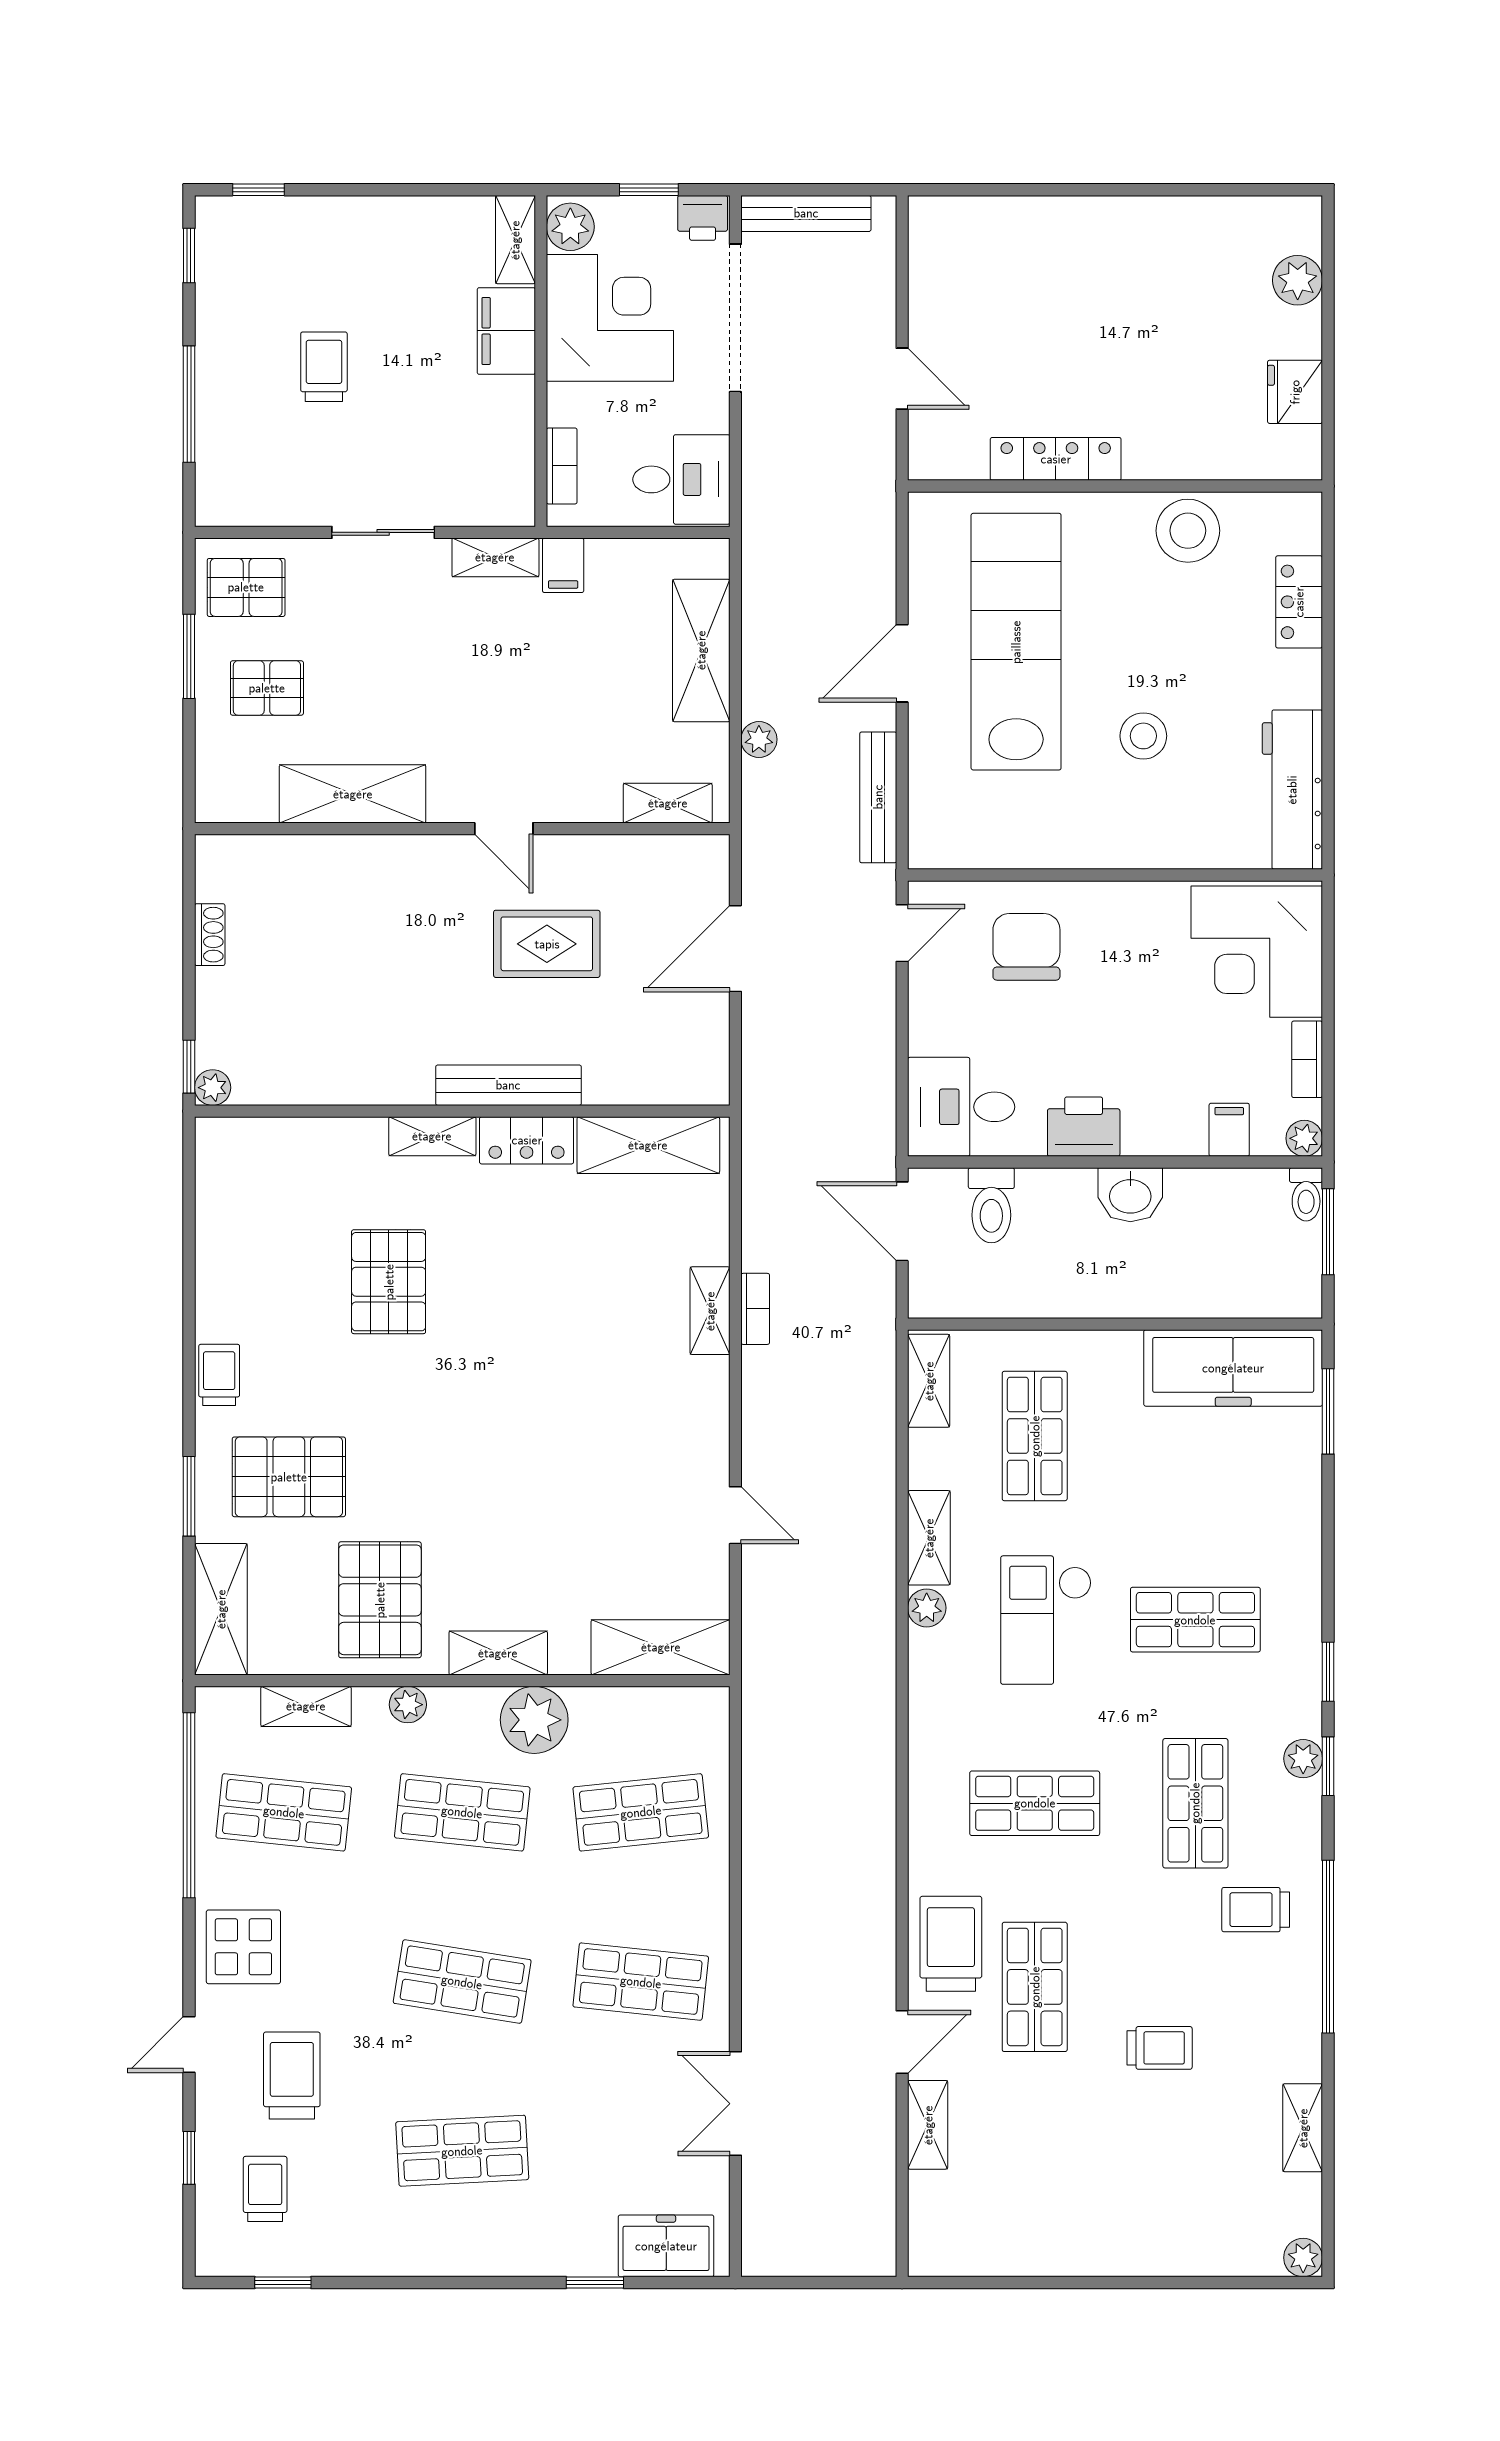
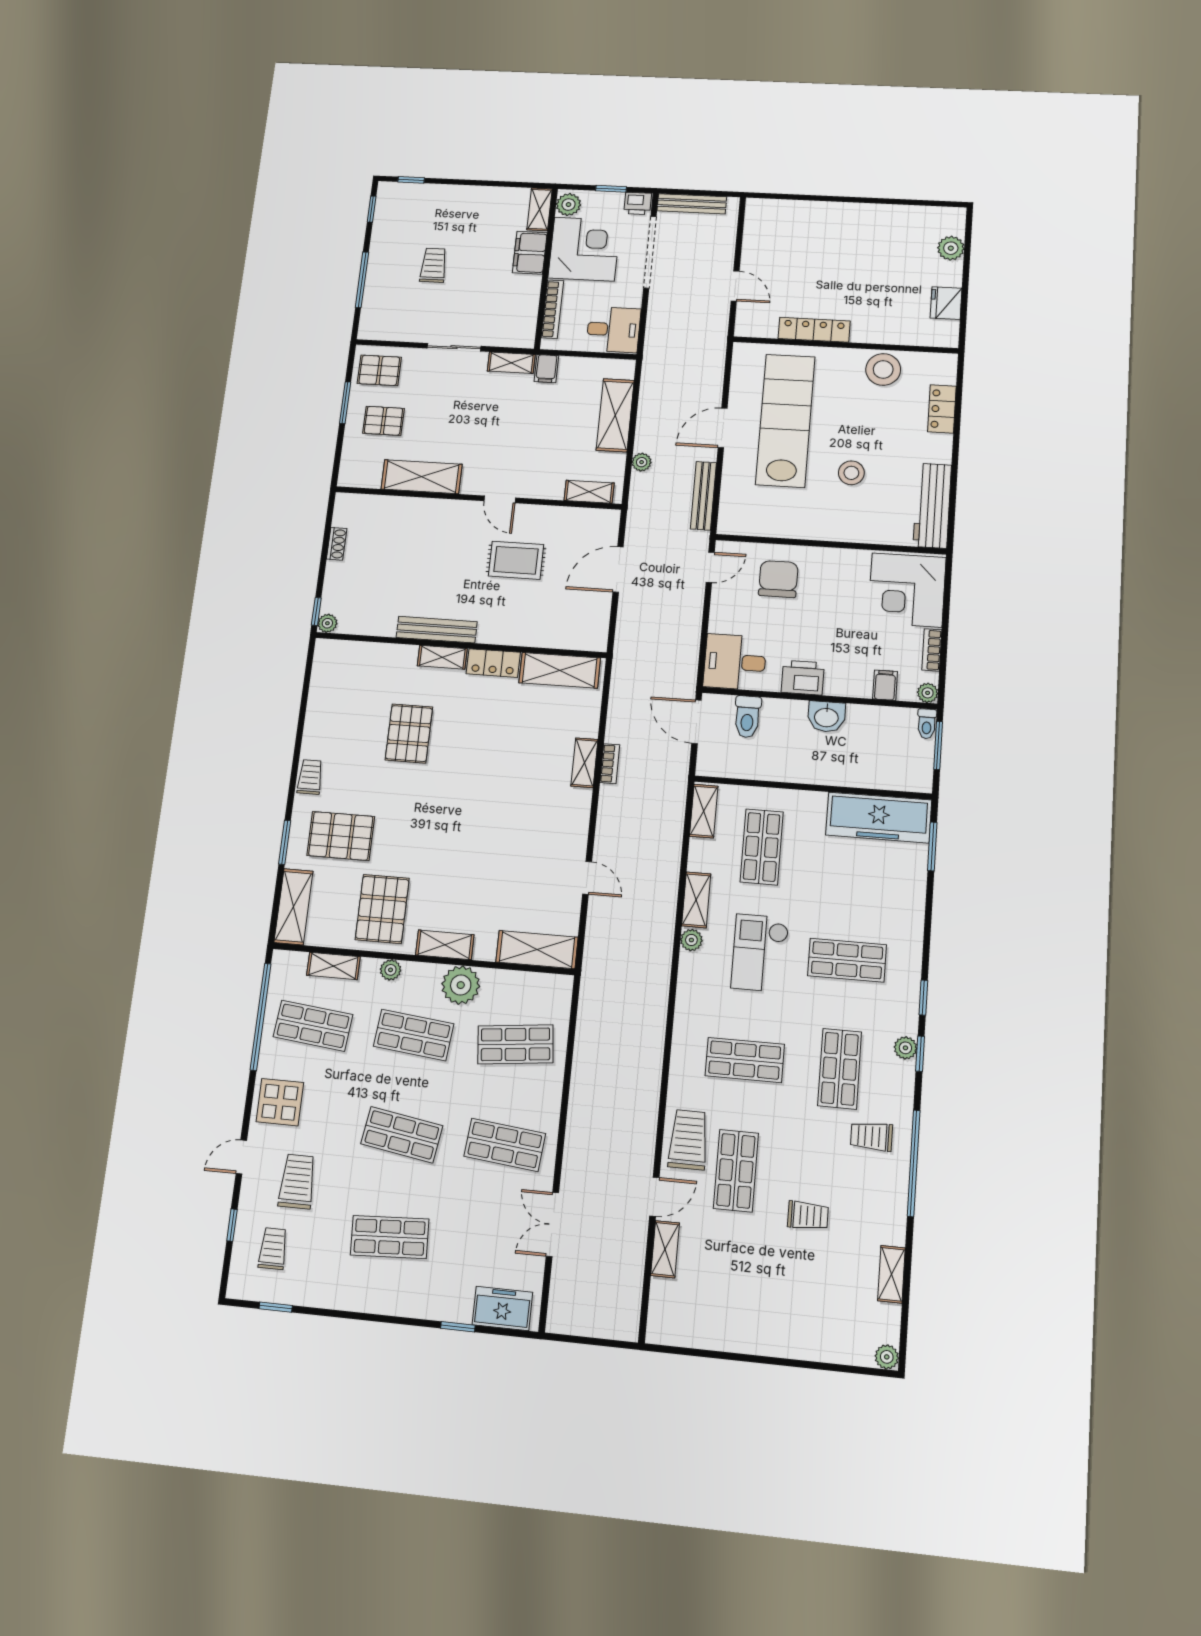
bookcase: (562, 466) -> (552, 309), width x1.56
bench: (508, 1085) -> (437, 630), moved

